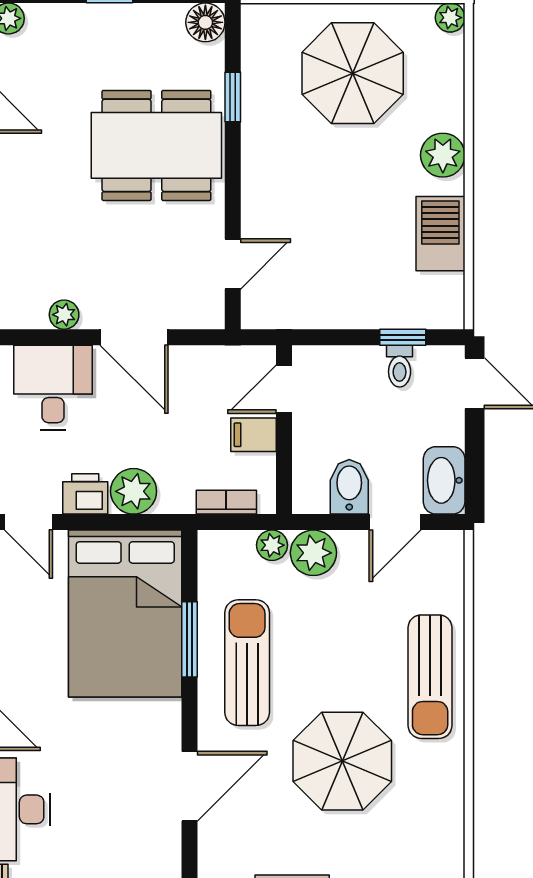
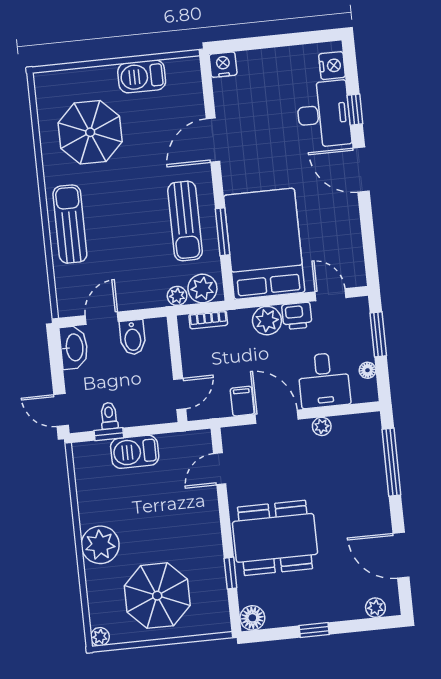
plant: (443, 155) -> (100, 545), width x1.36, depth x1.36
barbecue: (440, 234) -> (135, 452), moved, turned 90
filing cabinet: (253, 435) -> (242, 401), moved, turned -90
plant: (313, 553) -> (202, 288), moved
parasol: (342, 761) -> (90, 132), moved

